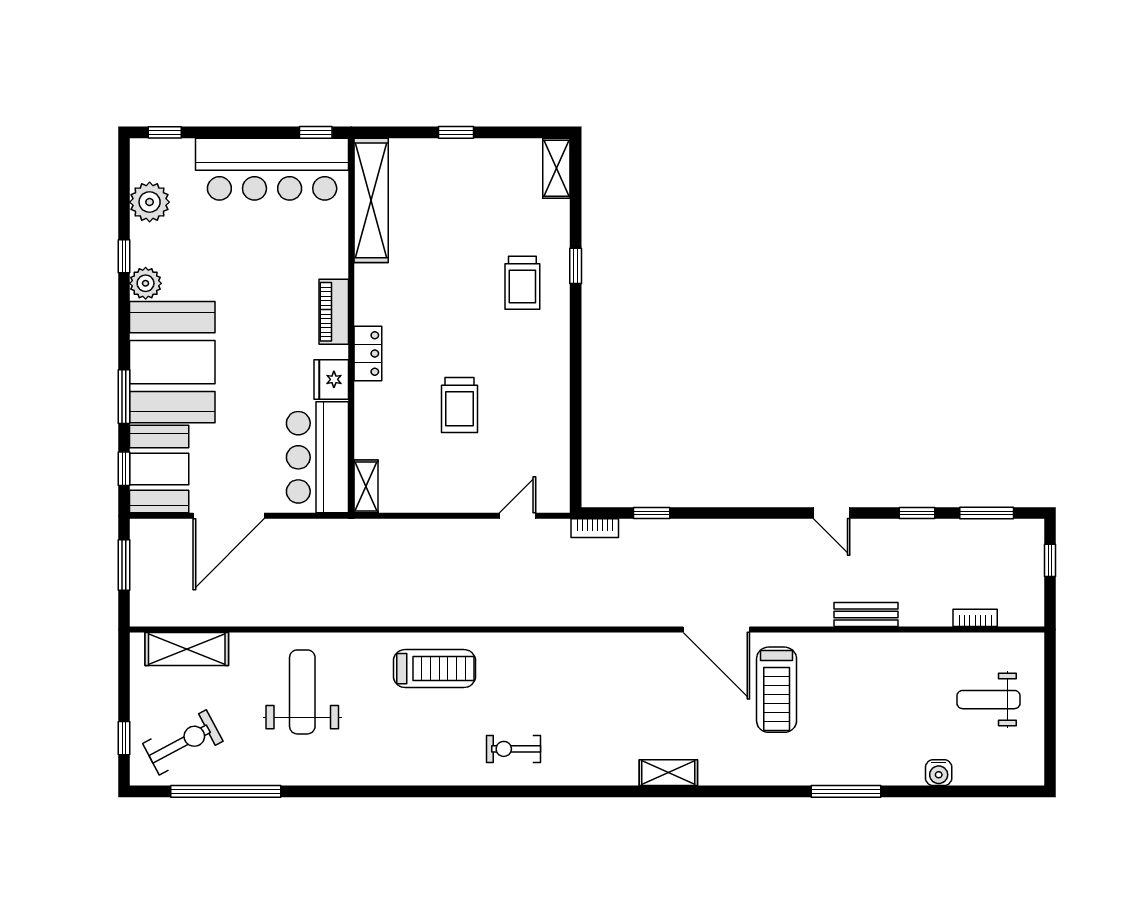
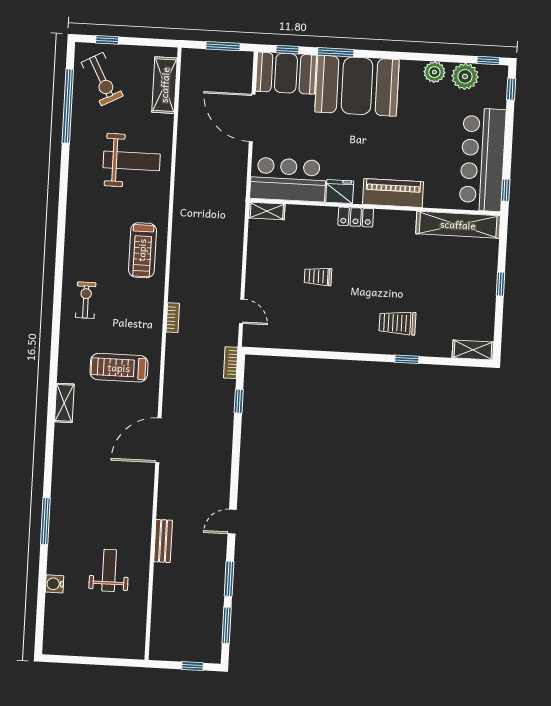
window: (124, 256) -> (488, 60), moved
plant: (146, 283) -> (434, 72), moved
piano: (334, 312) -> (393, 193), width x1.37, depth x1.33
trolley: (460, 405) -> (318, 277), width x0.73, depth x0.72
window: (917, 513) -> (229, 579), width x1.50
bookcase: (975, 618) -> (173, 318), moved
treadmill: (777, 690) -> (119, 368), moved
weight bench: (989, 700) -> (109, 570), moved

